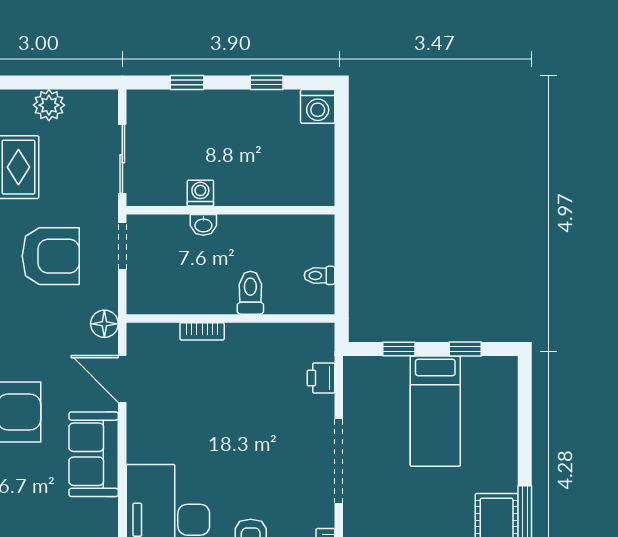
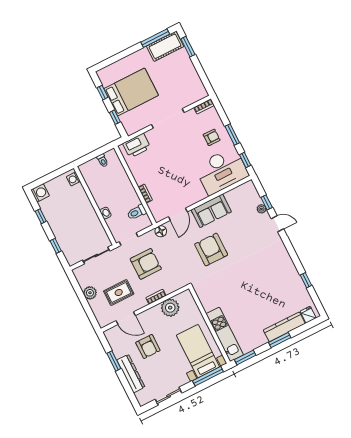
washing machine: (200, 193) -> (73, 179), moved
armchair: (51, 256) -> (146, 264), turned 90
toilet: (250, 293) -> (137, 212), moved
printer: (321, 378) -> (137, 146), width x1.87, depth x1.48
bed: (435, 411) -> (131, 92), width x1.50

